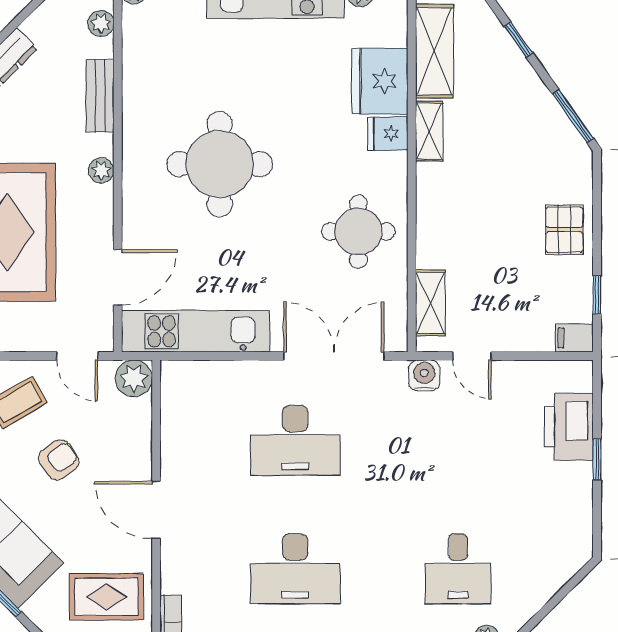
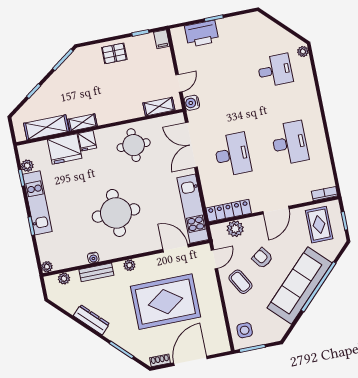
water cooler: (133, 96) -> (93, 258), added
plant: (134, 378) -> (235, 229), moved
locker: (176, 408) -> (229, 211), added

